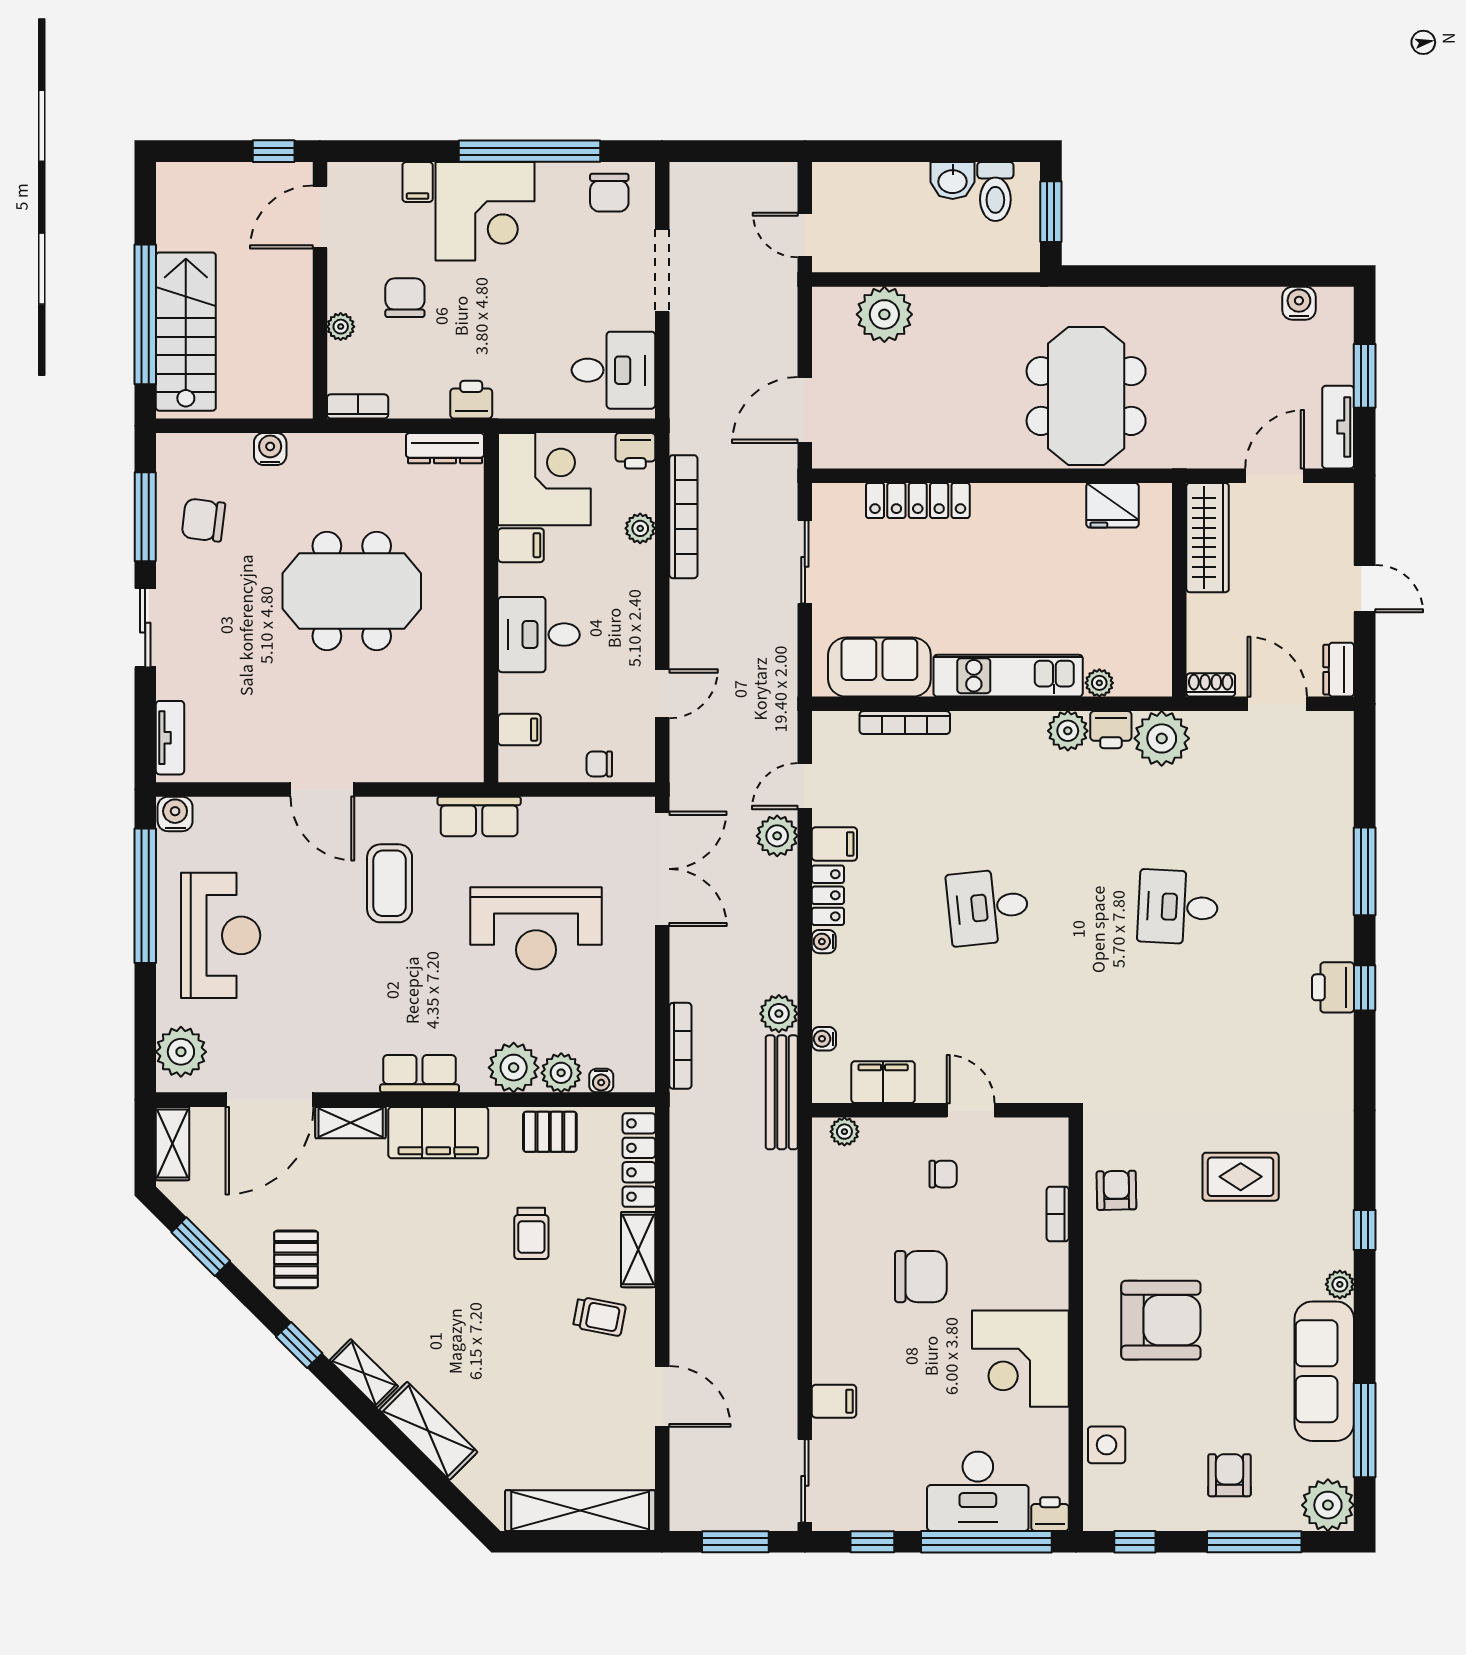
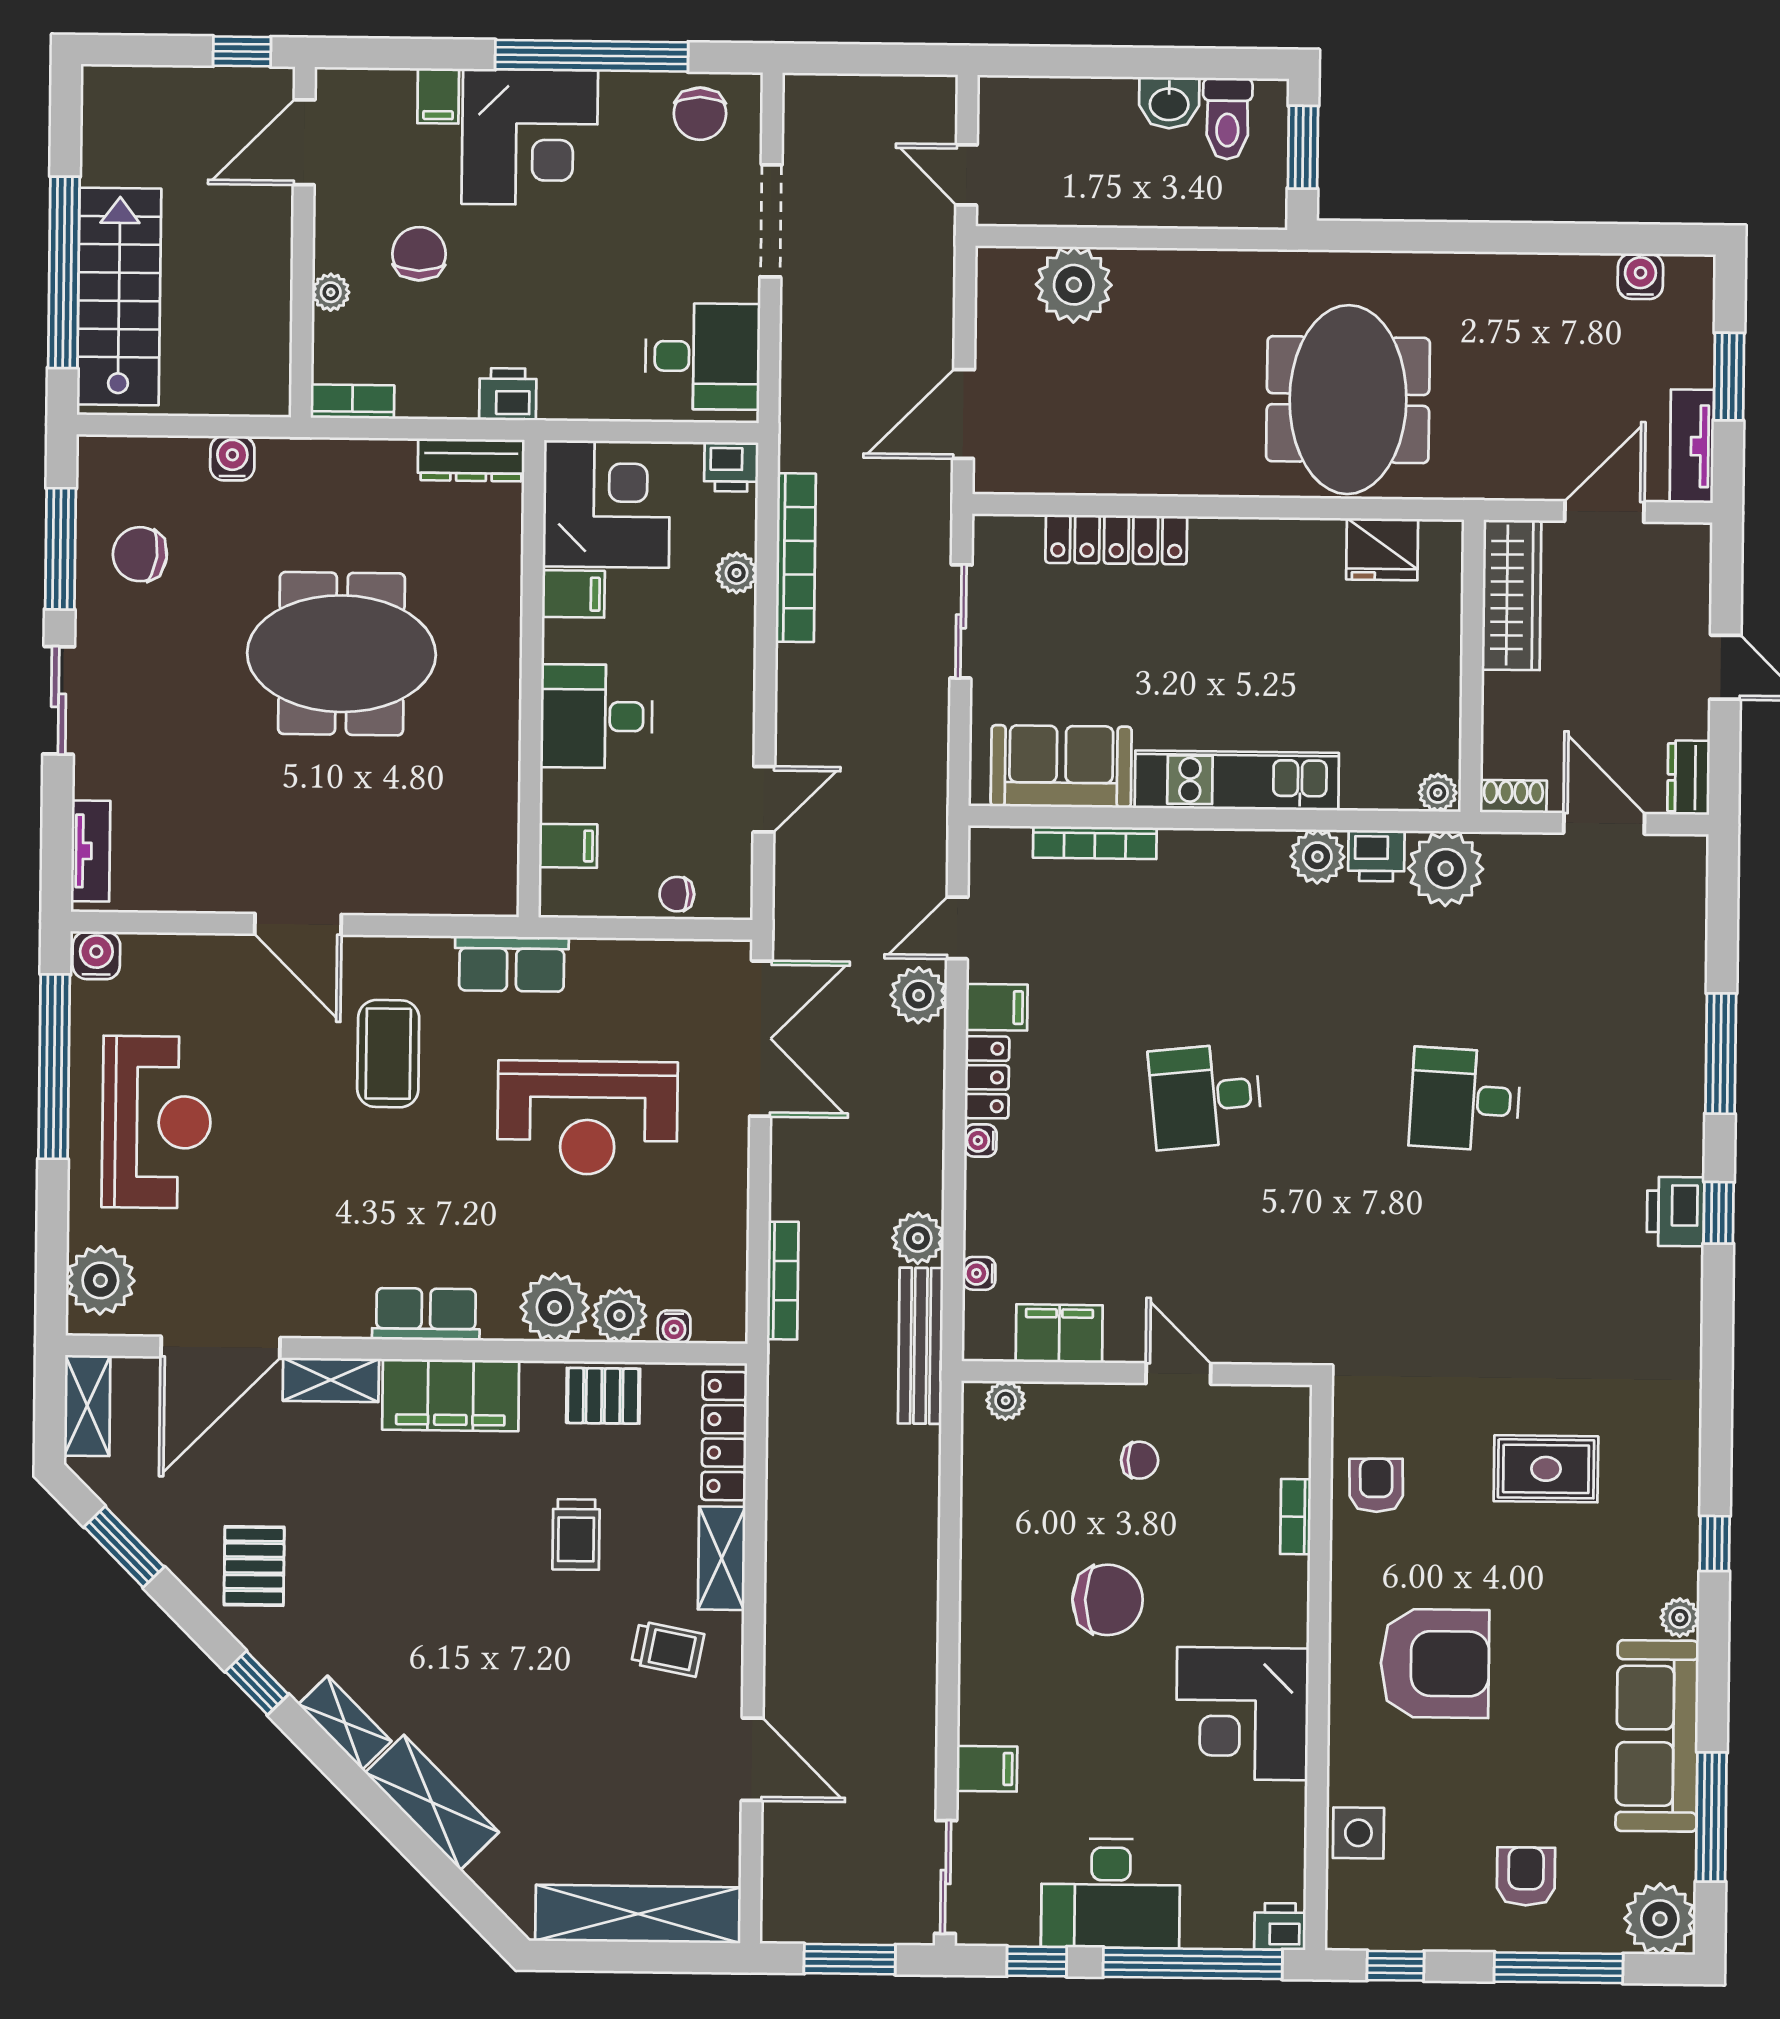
plant: (1099, 683) -> (1438, 793), moved
desk: (978, 1491) -> (1111, 1893), moved

